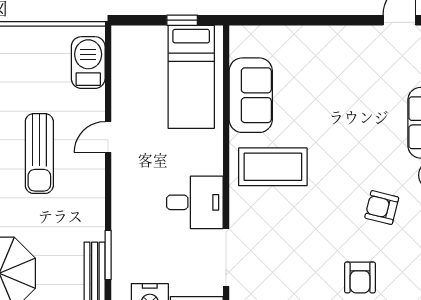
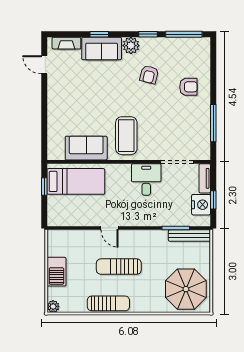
barbecue: (88, 63) -> (56, 272), moved, turned -90
sun lounger: (39, 154) -> (119, 267), turned 180

